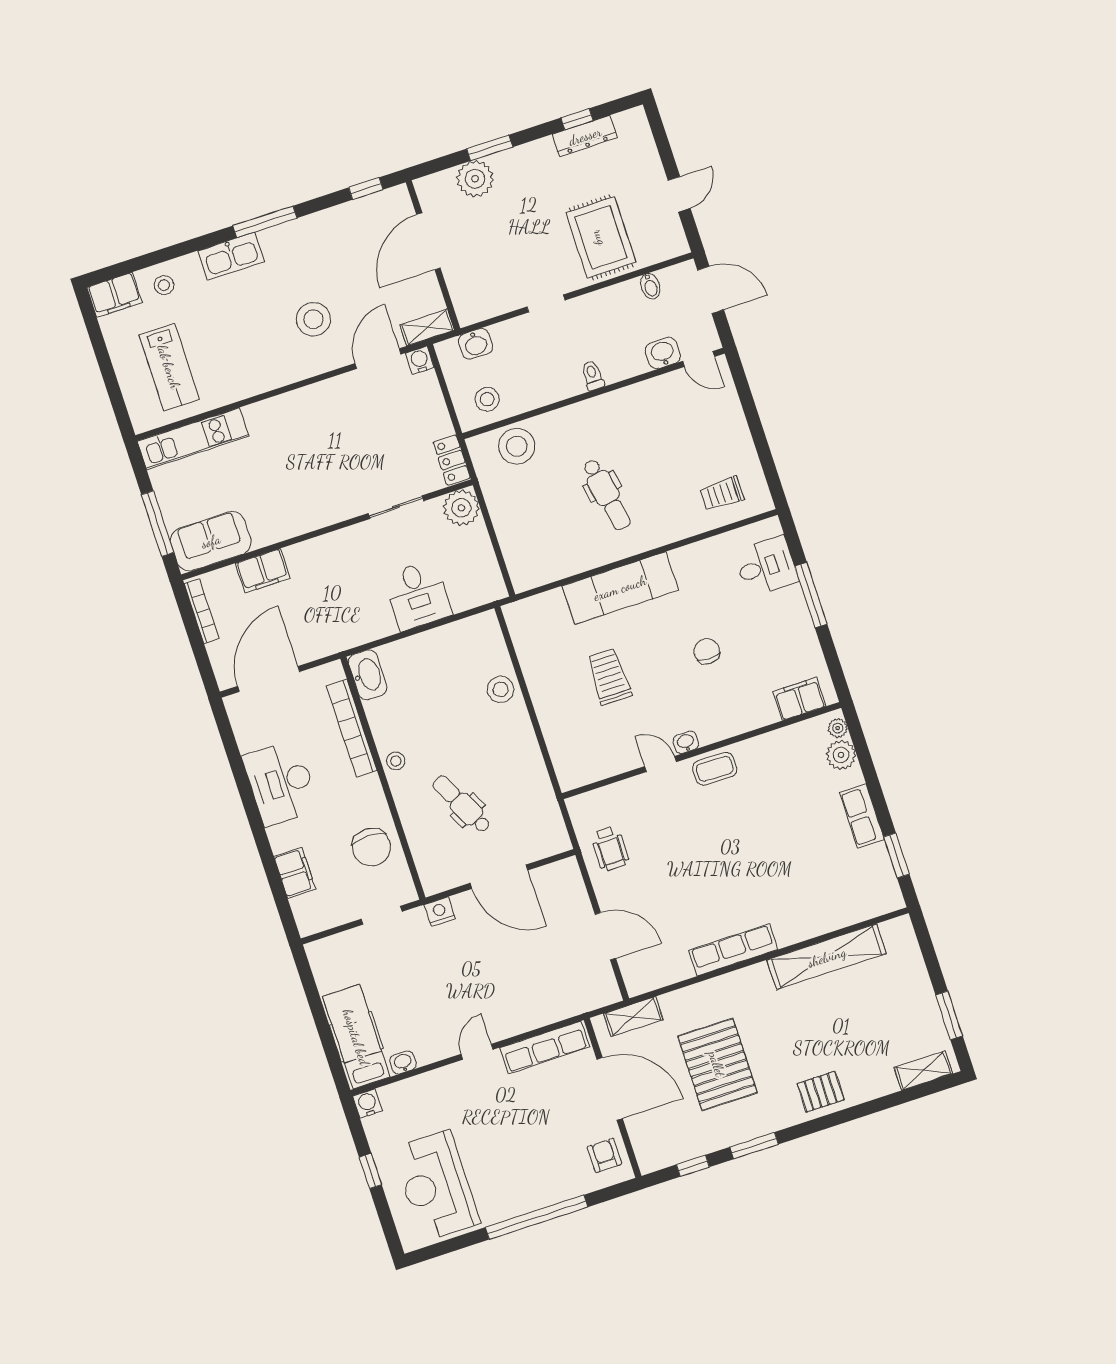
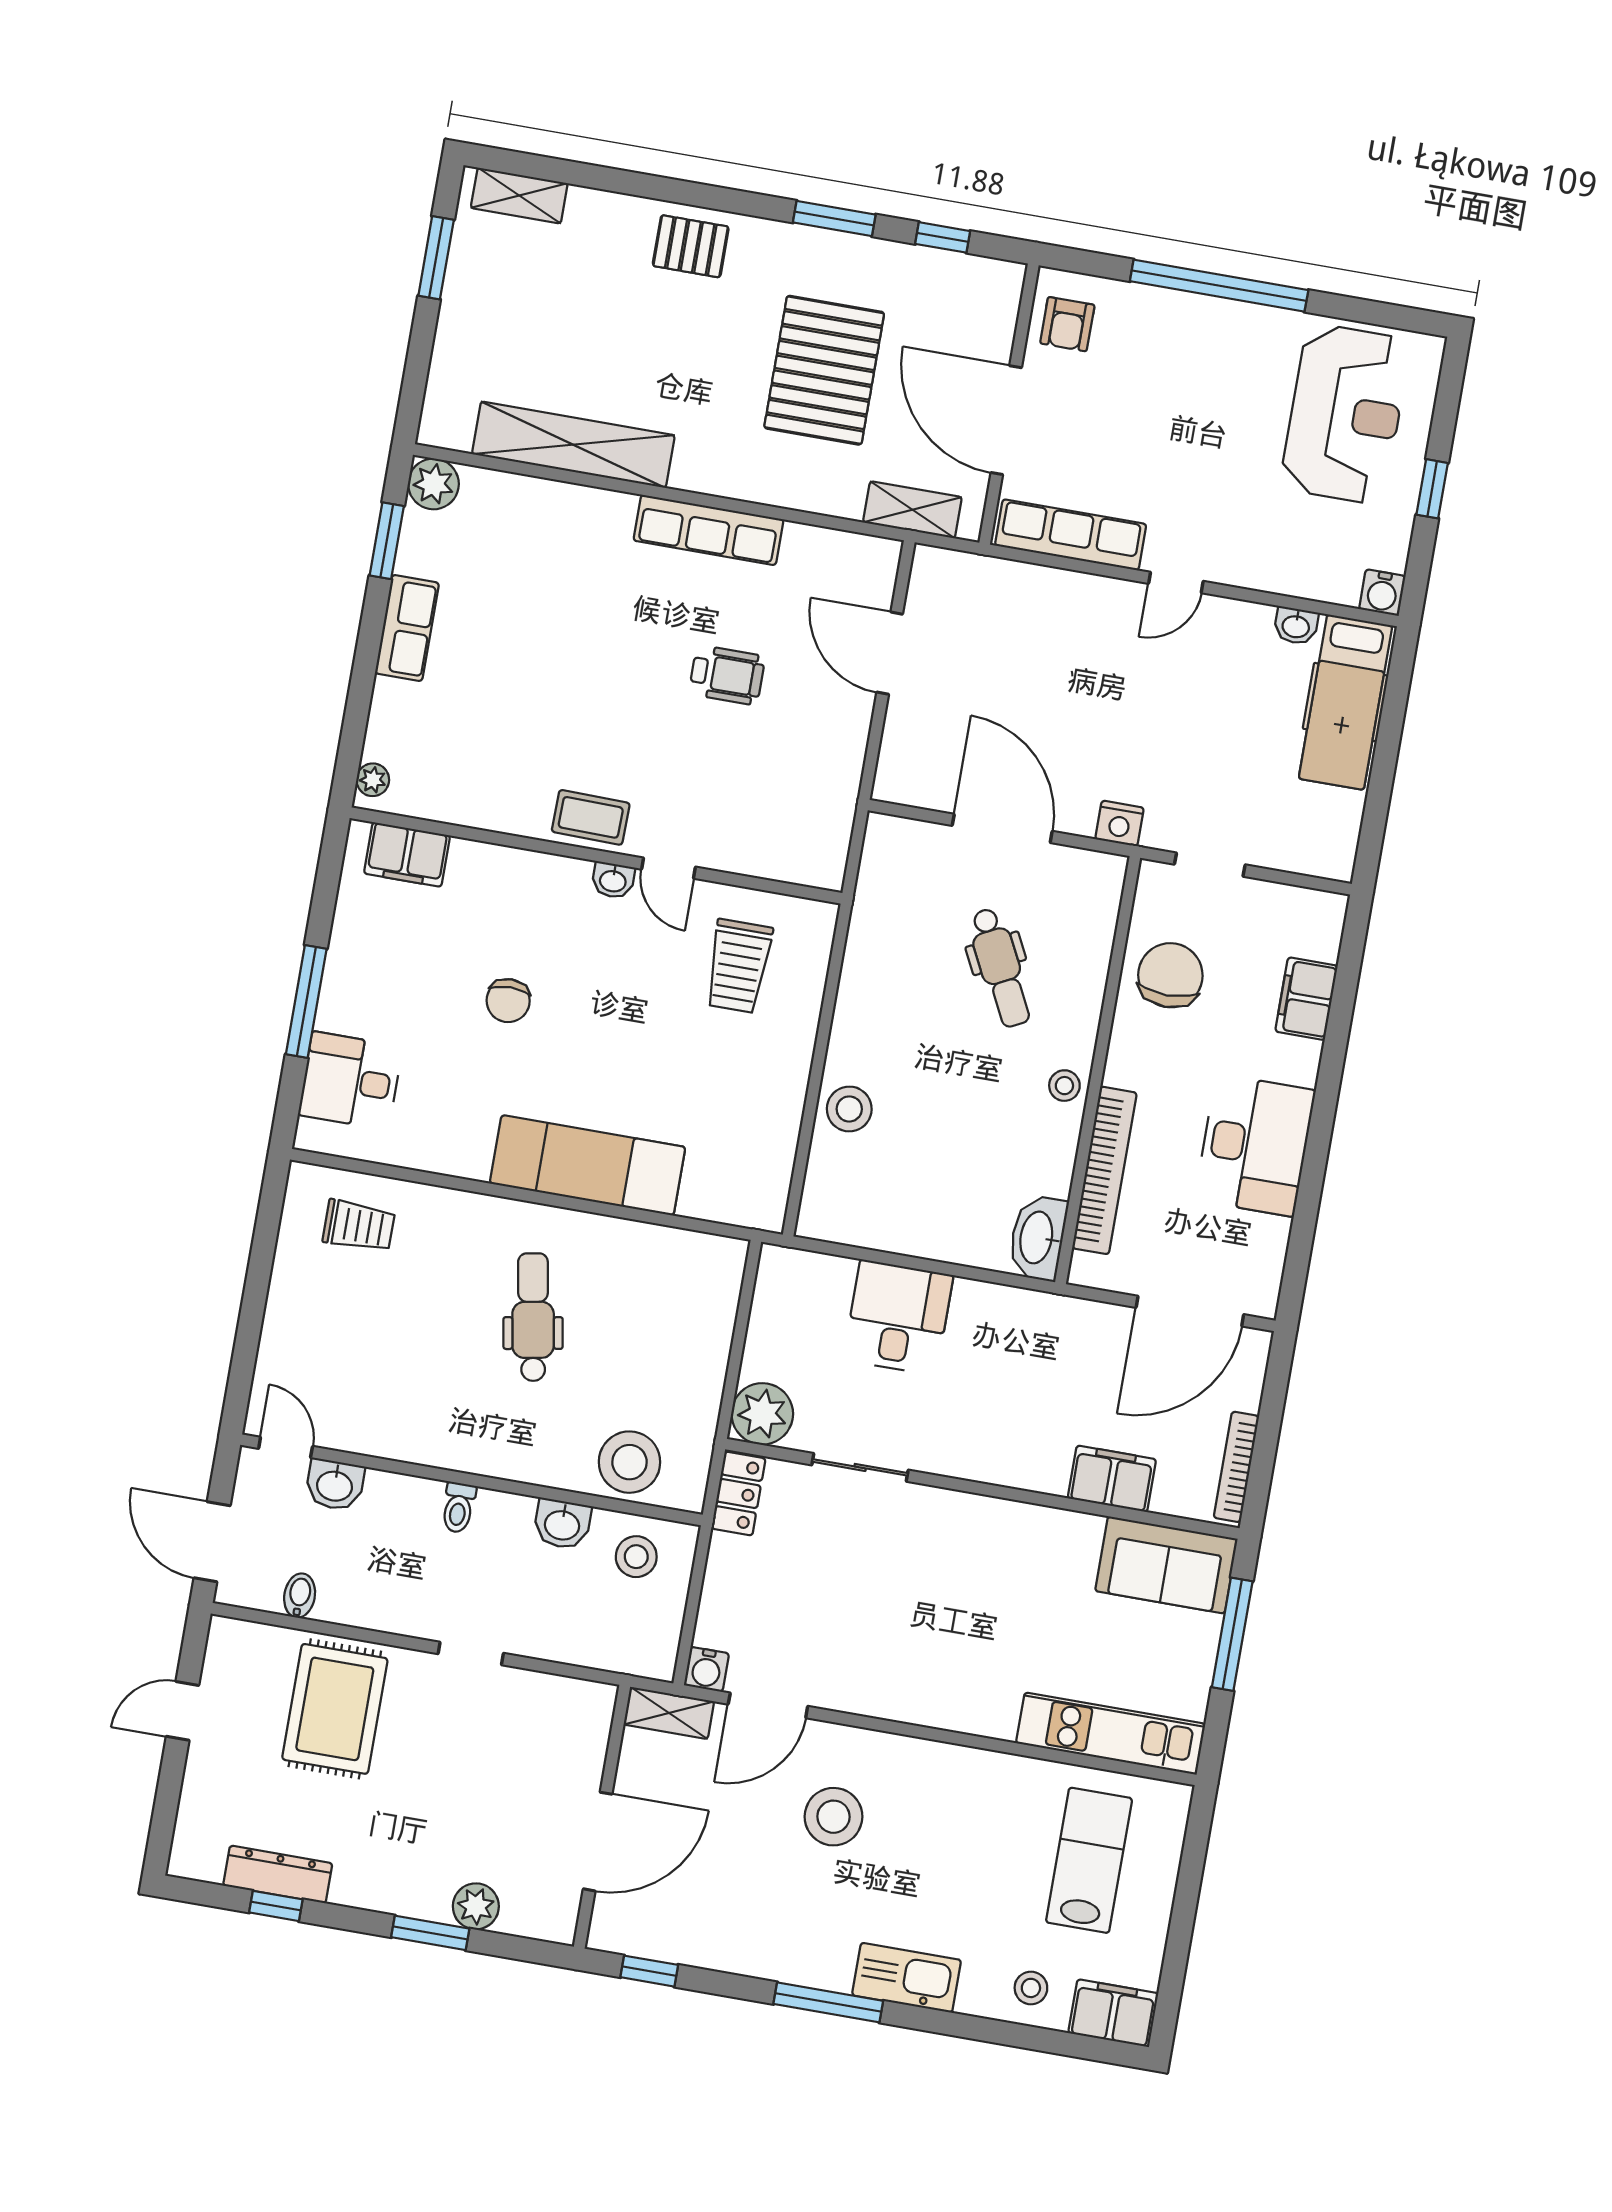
plant: (475, 179) -> (476, 1906), width x0.73, depth x0.73
washbasin: (476, 344) -> (562, 1524), moved, turned 180
trolley: (609, 676) -> (738, 966), moved
plant: (841, 755) -> (433, 484), moved
wheelchair: (610, 848) -> (727, 675), moved, turned 90

